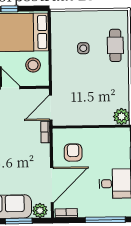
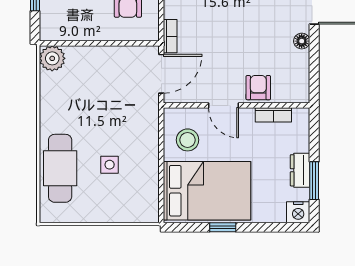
cafe table: (115, 45) -> (60, 168), width x1.37, depth x1.35

